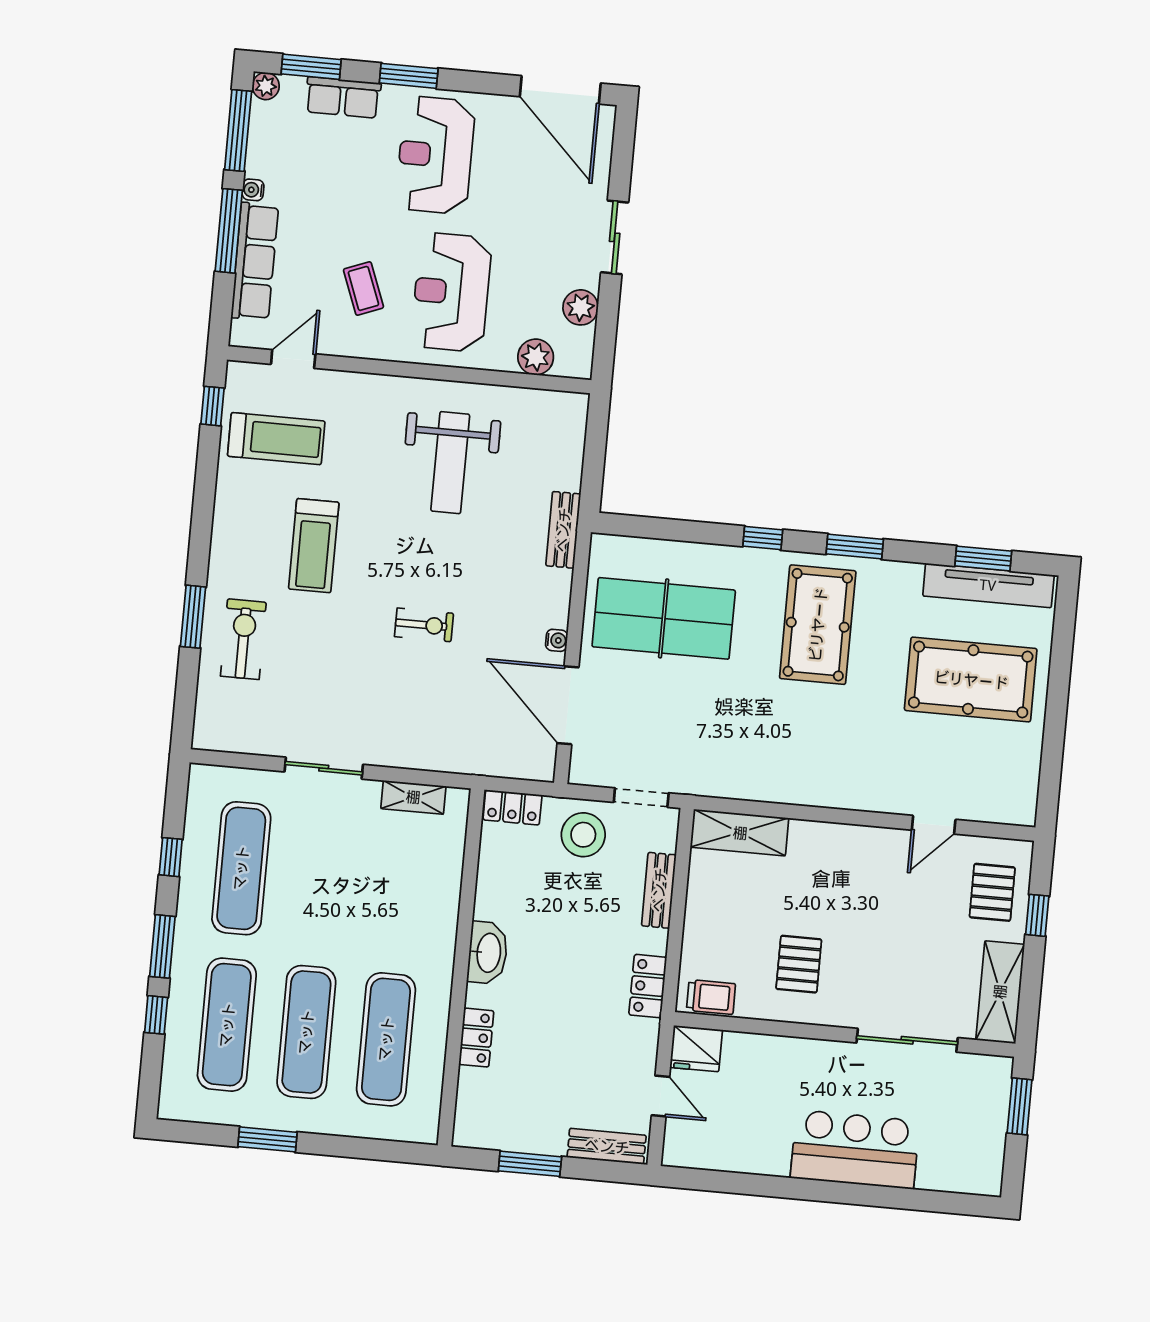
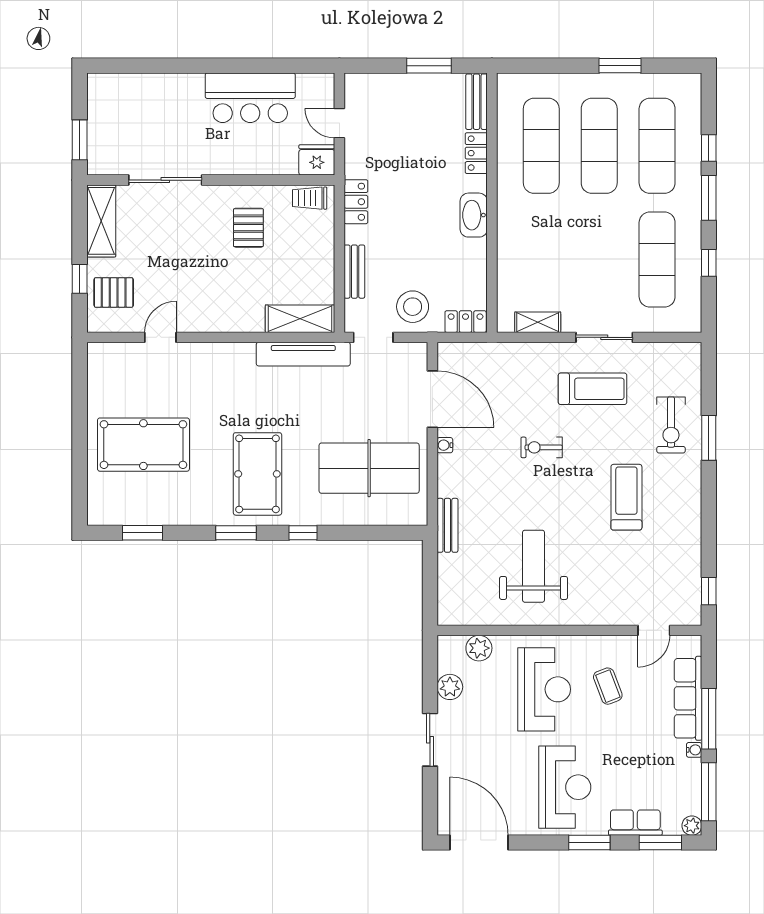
treadmill: (276, 439) -> (593, 389), moved, turned 180
tv unit: (988, 585) -> (303, 354), moved, turned 180
pallet: (992, 892) -> (114, 292), turned 90
bench: (607, 1146) -> (477, 102), moved, turned 90
bar counter: (855, 1149) -> (250, 98), moved

